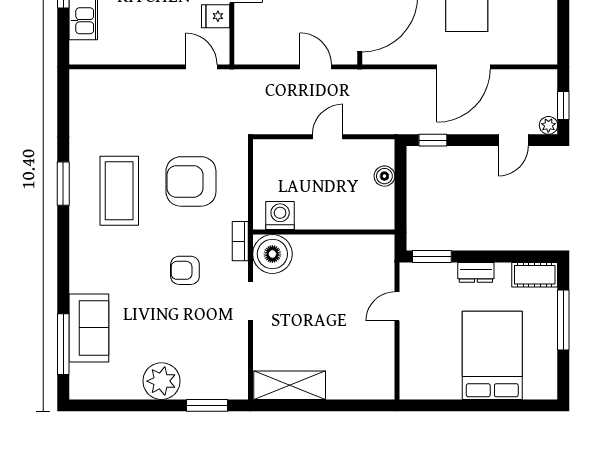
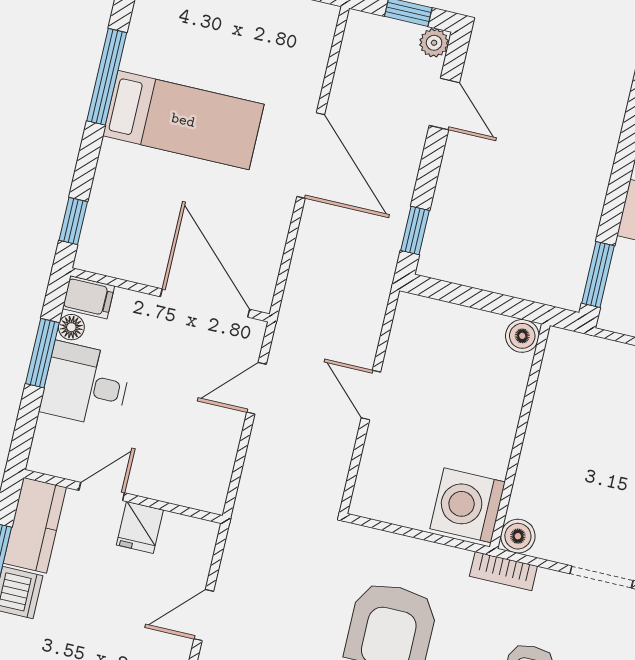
door: (201, 67) -> (204, 615), moved
boiler: (384, 176) -> (522, 336), moved
washing machine: (280, 216) -> (468, 505), width x1.37, depth x1.37
boiler: (272, 254) -> (518, 536), width x0.54, depth x0.54

